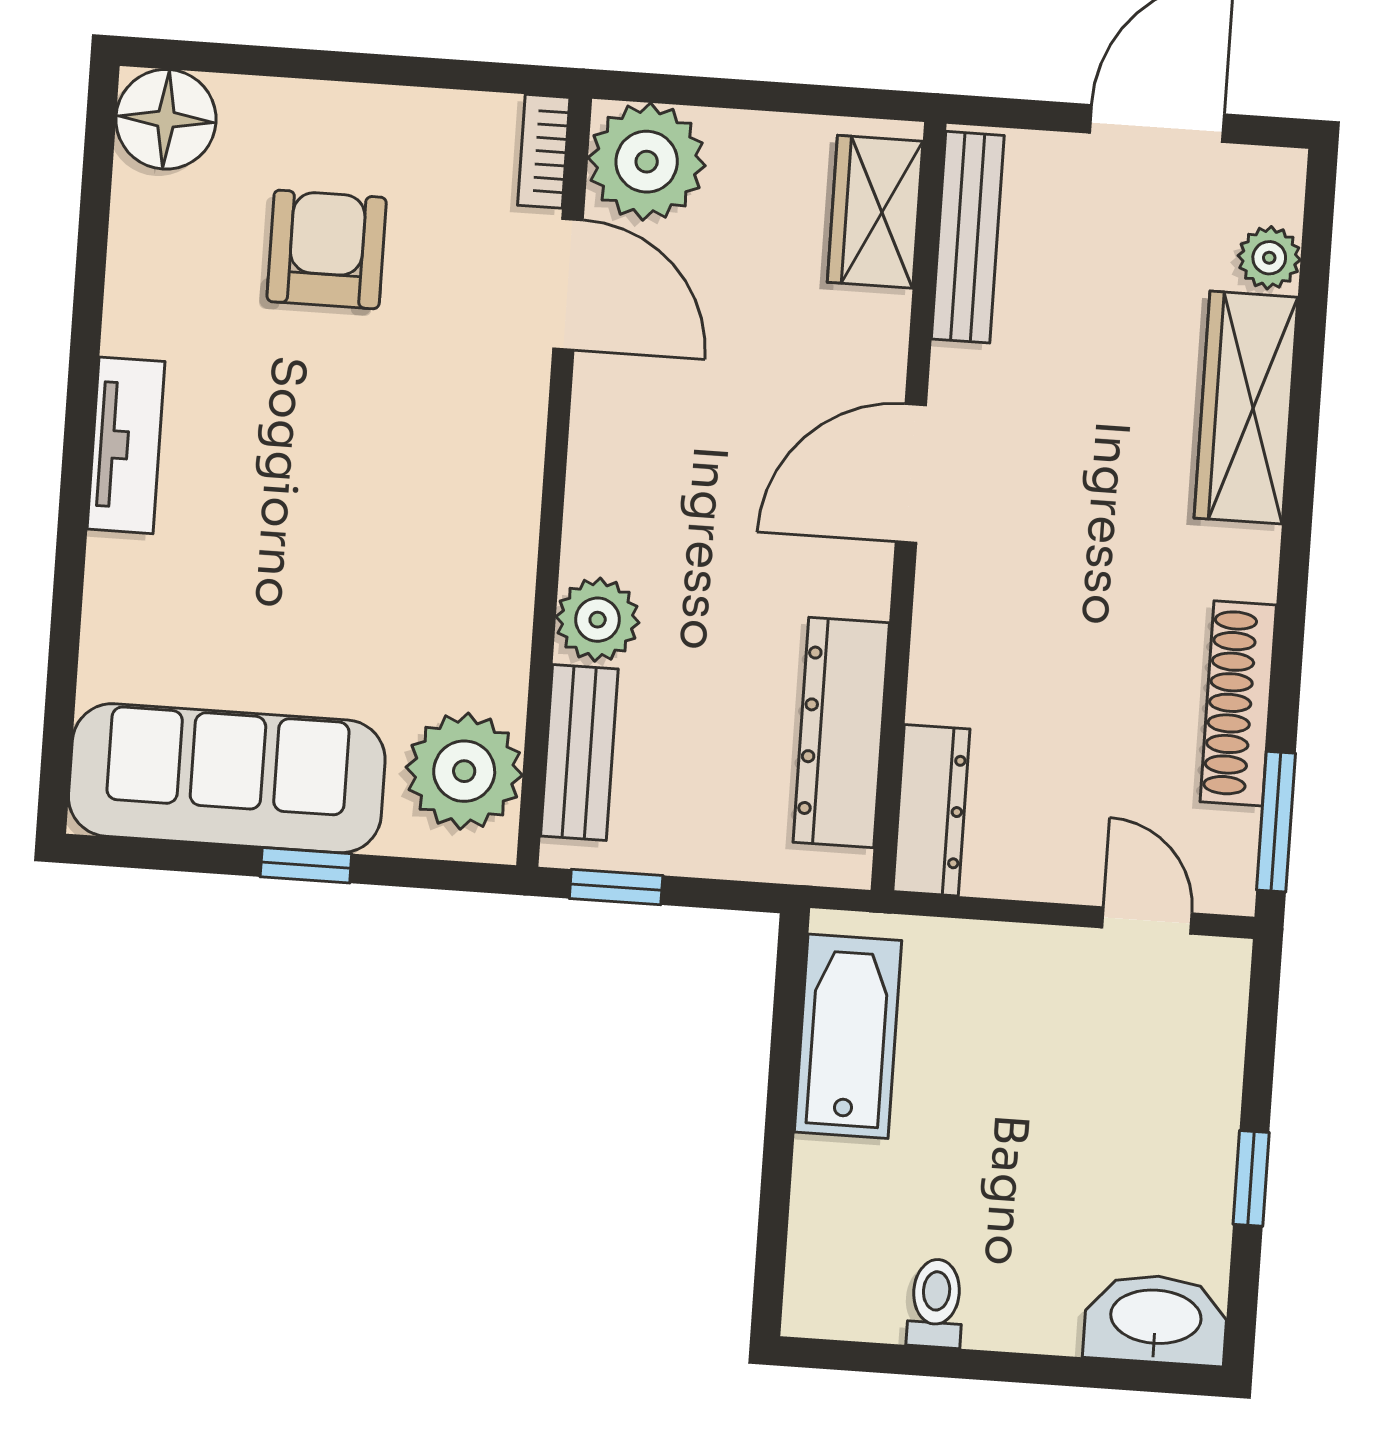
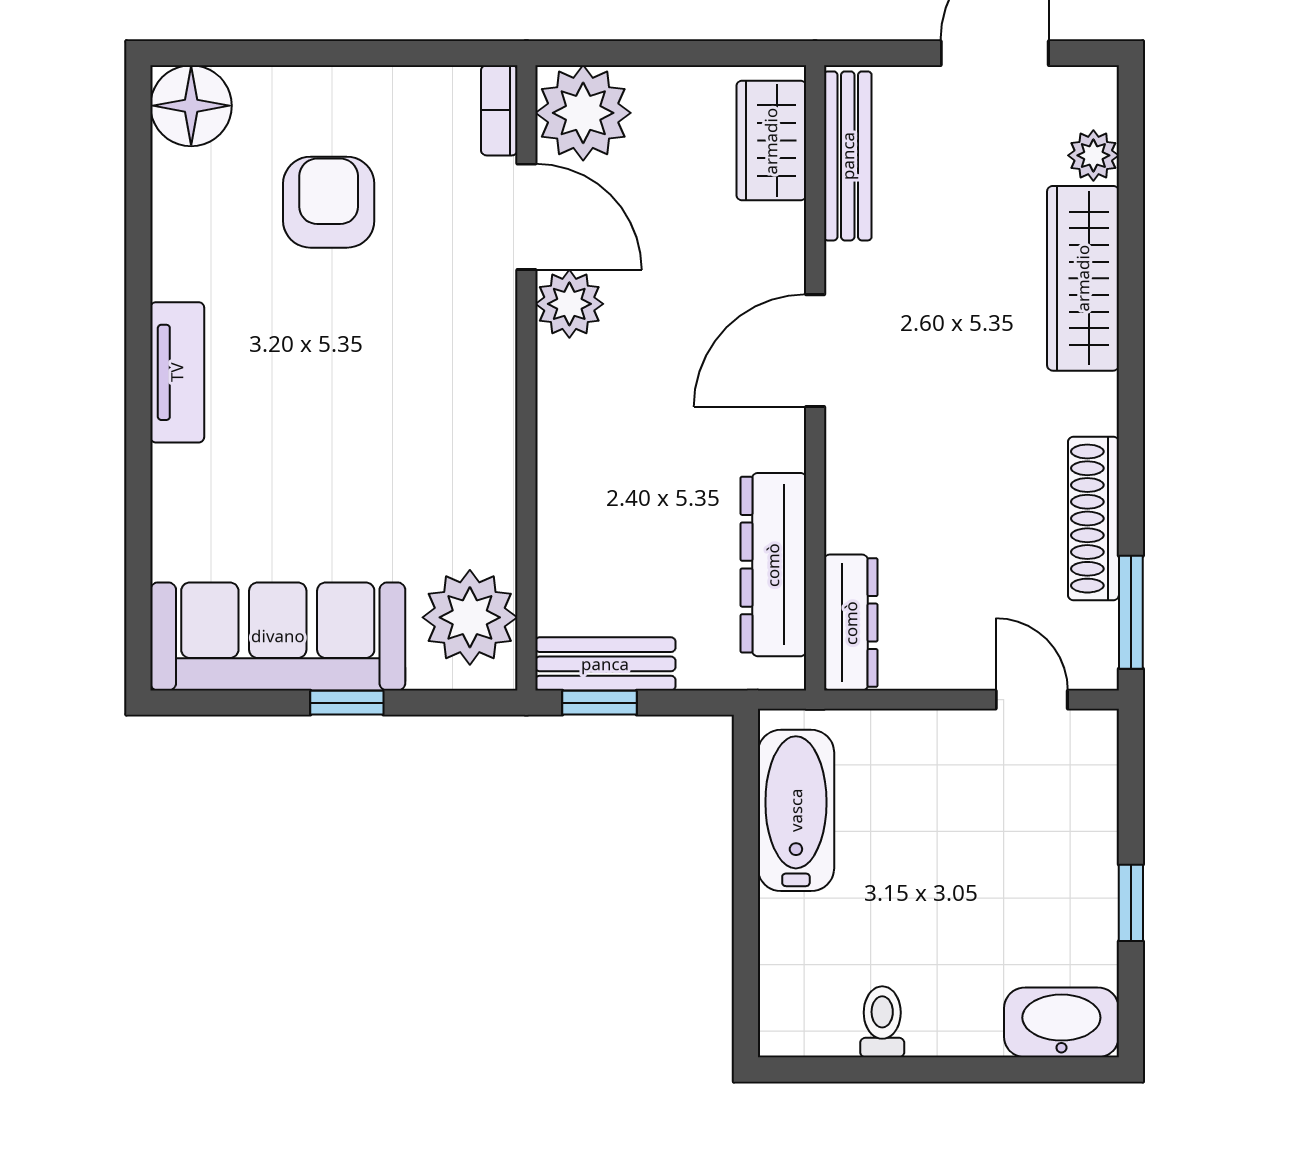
plant: (598, 620) -> (569, 304), moved
bench: (579, 753) -> (605, 664), moved, turned 90

